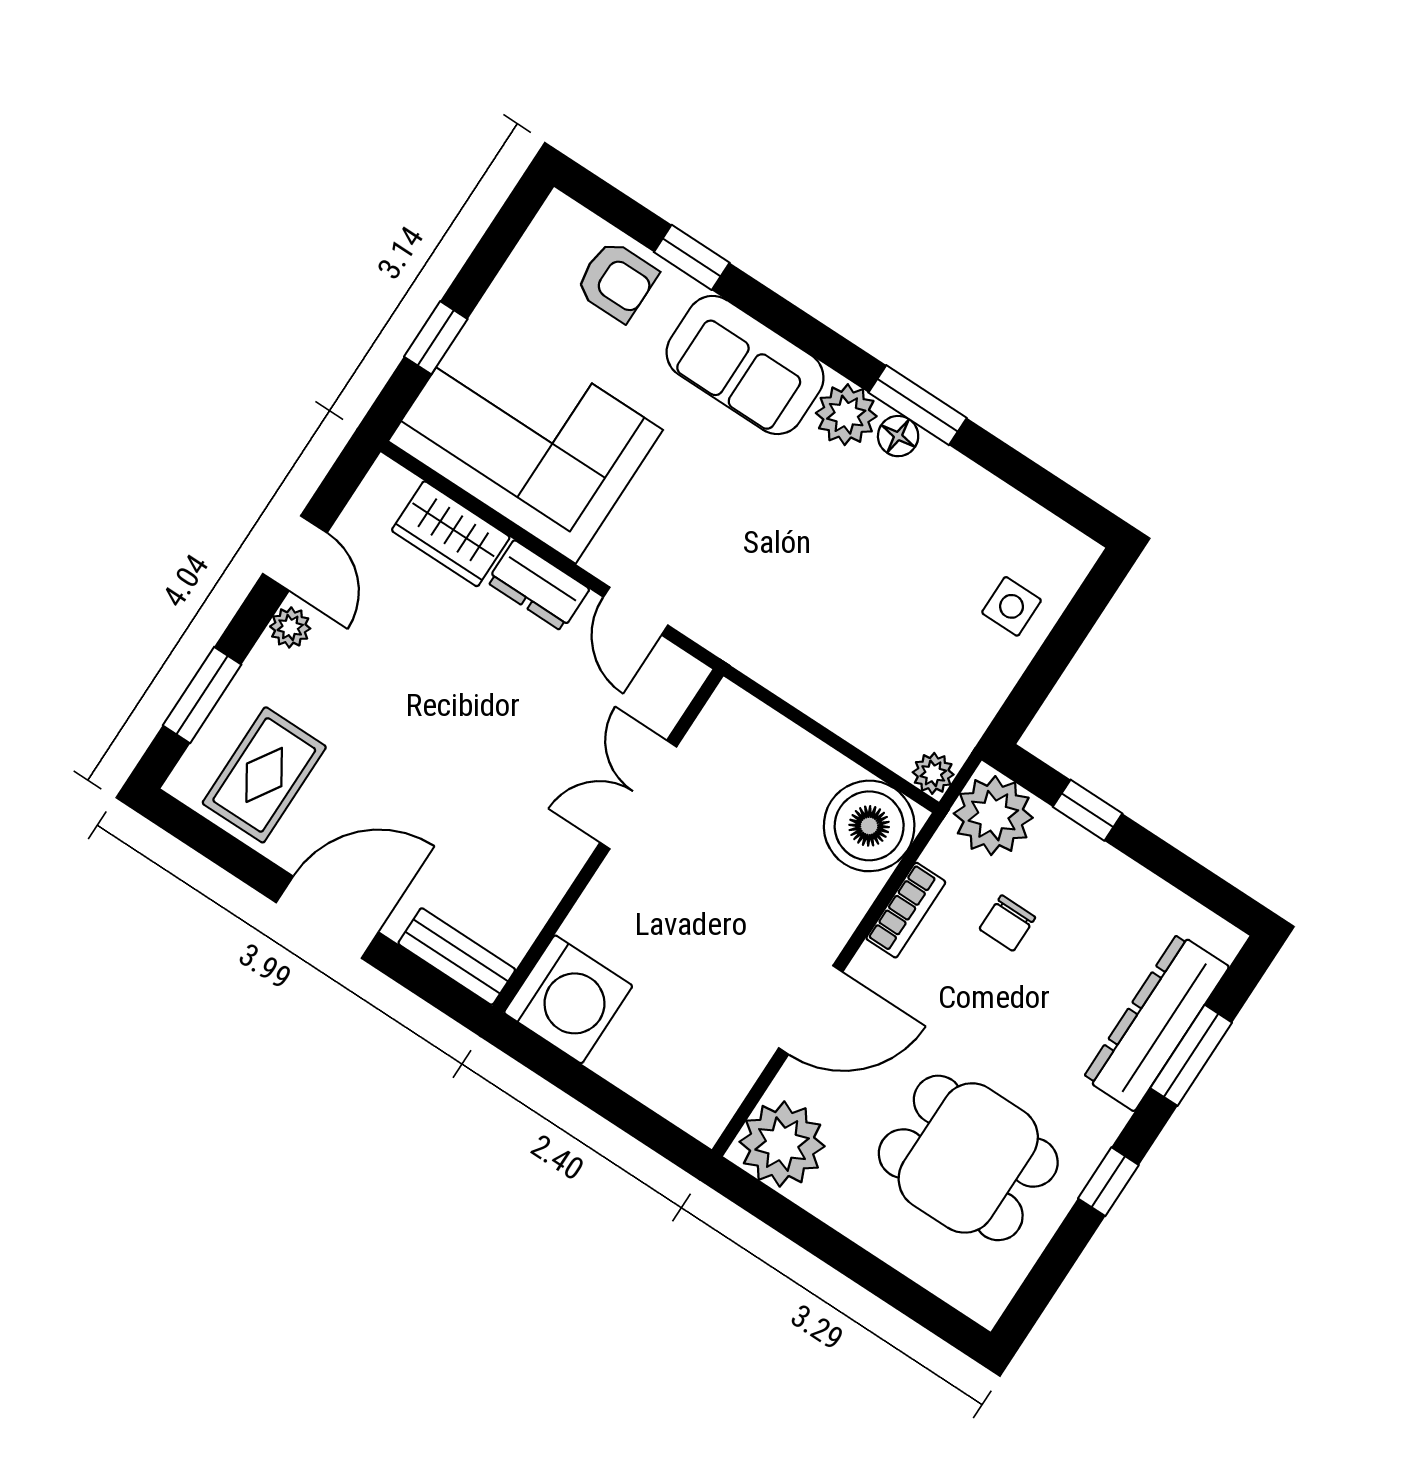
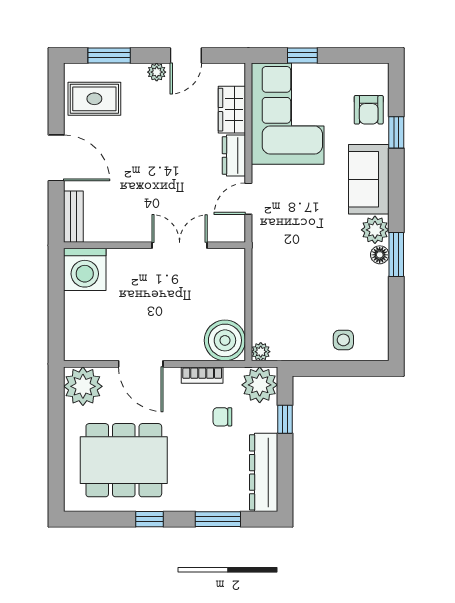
dresser: (1156, 1022) -> (264, 472), moved, turned -90
dining table: (968, 1158) -> (124, 460), width x1.37

